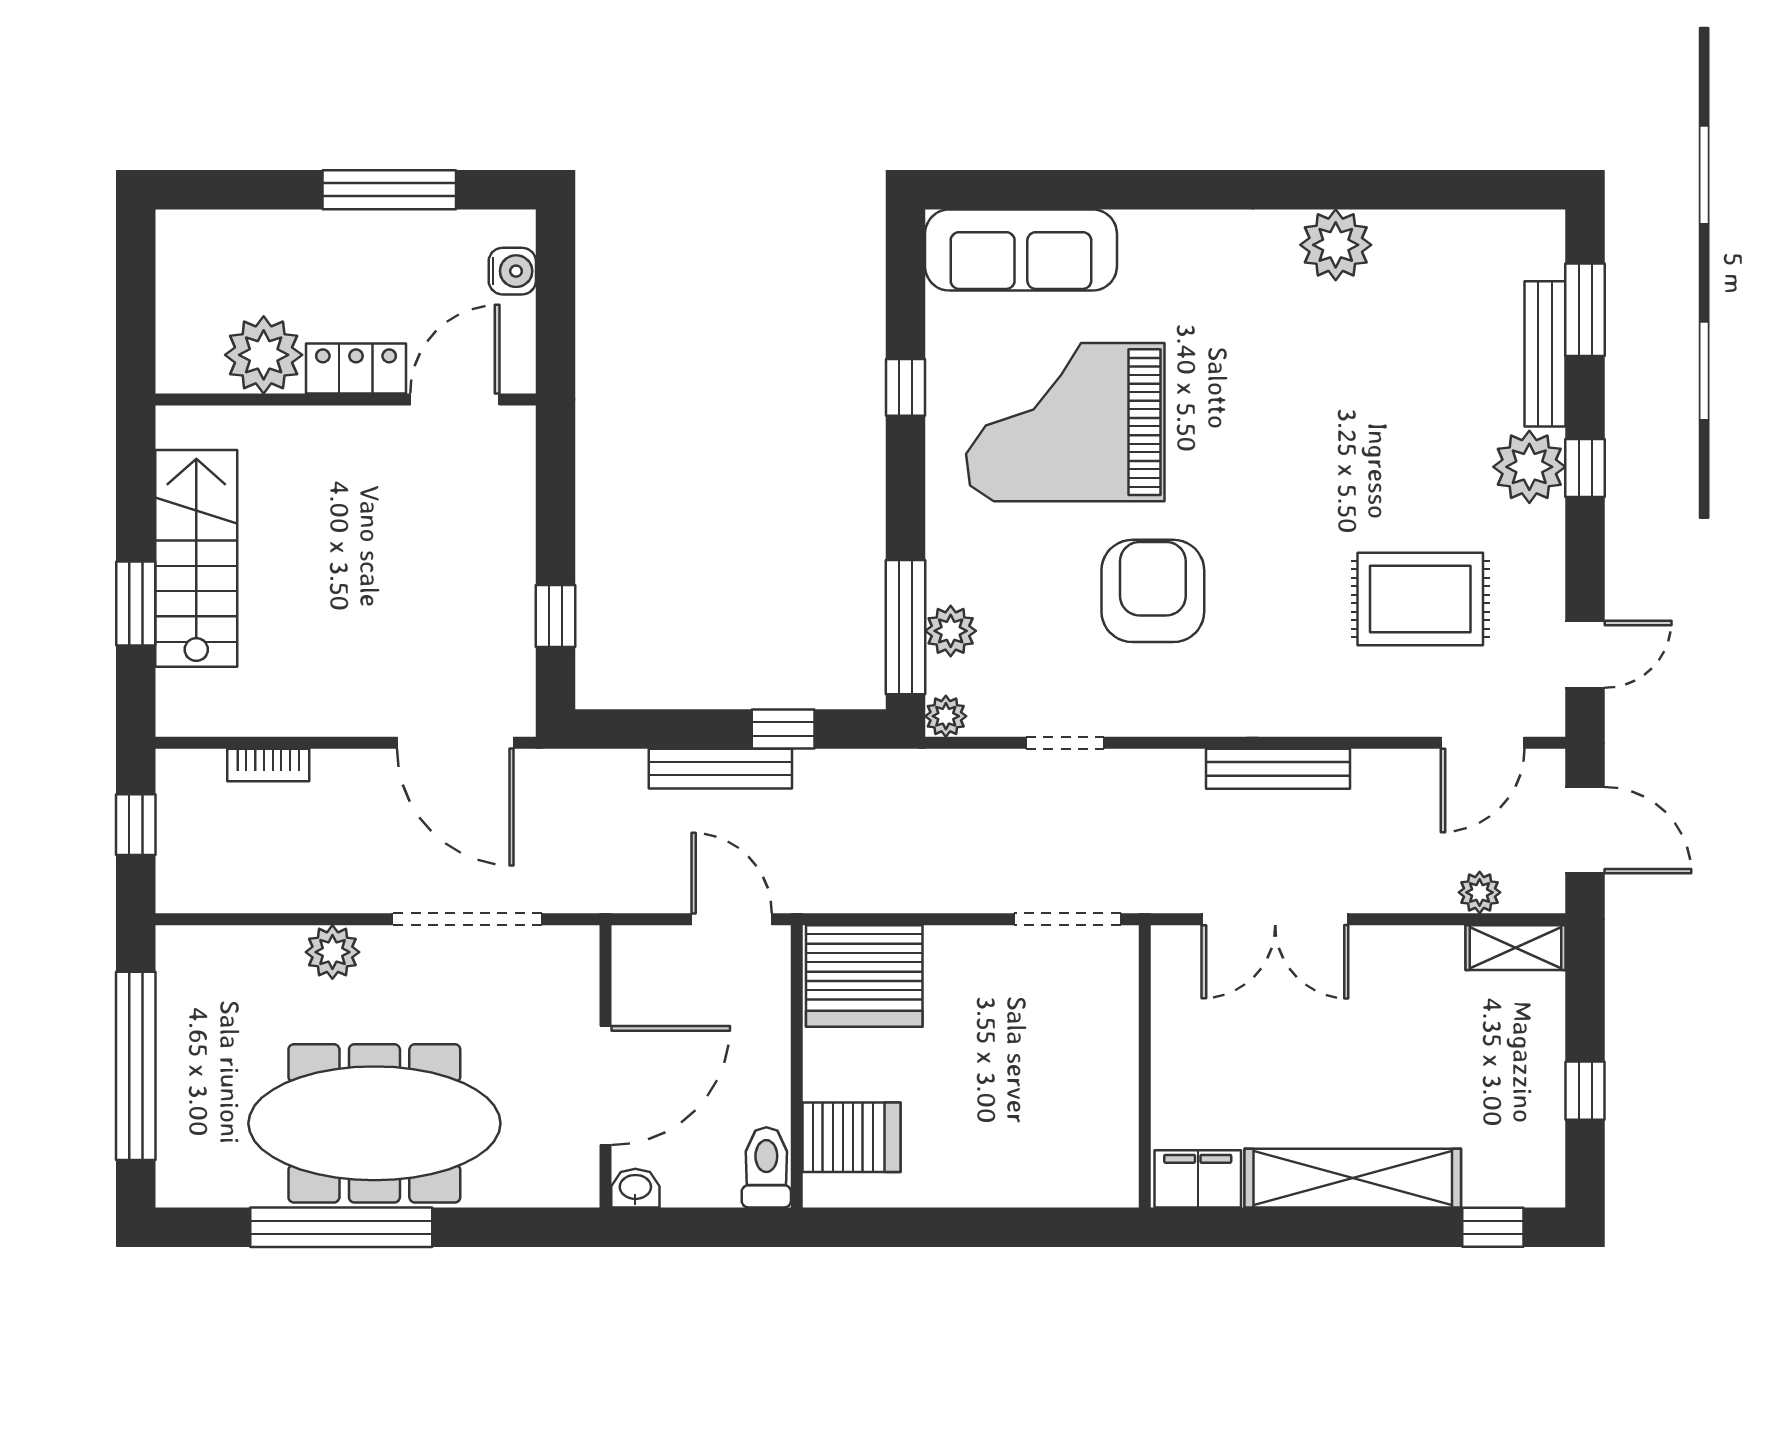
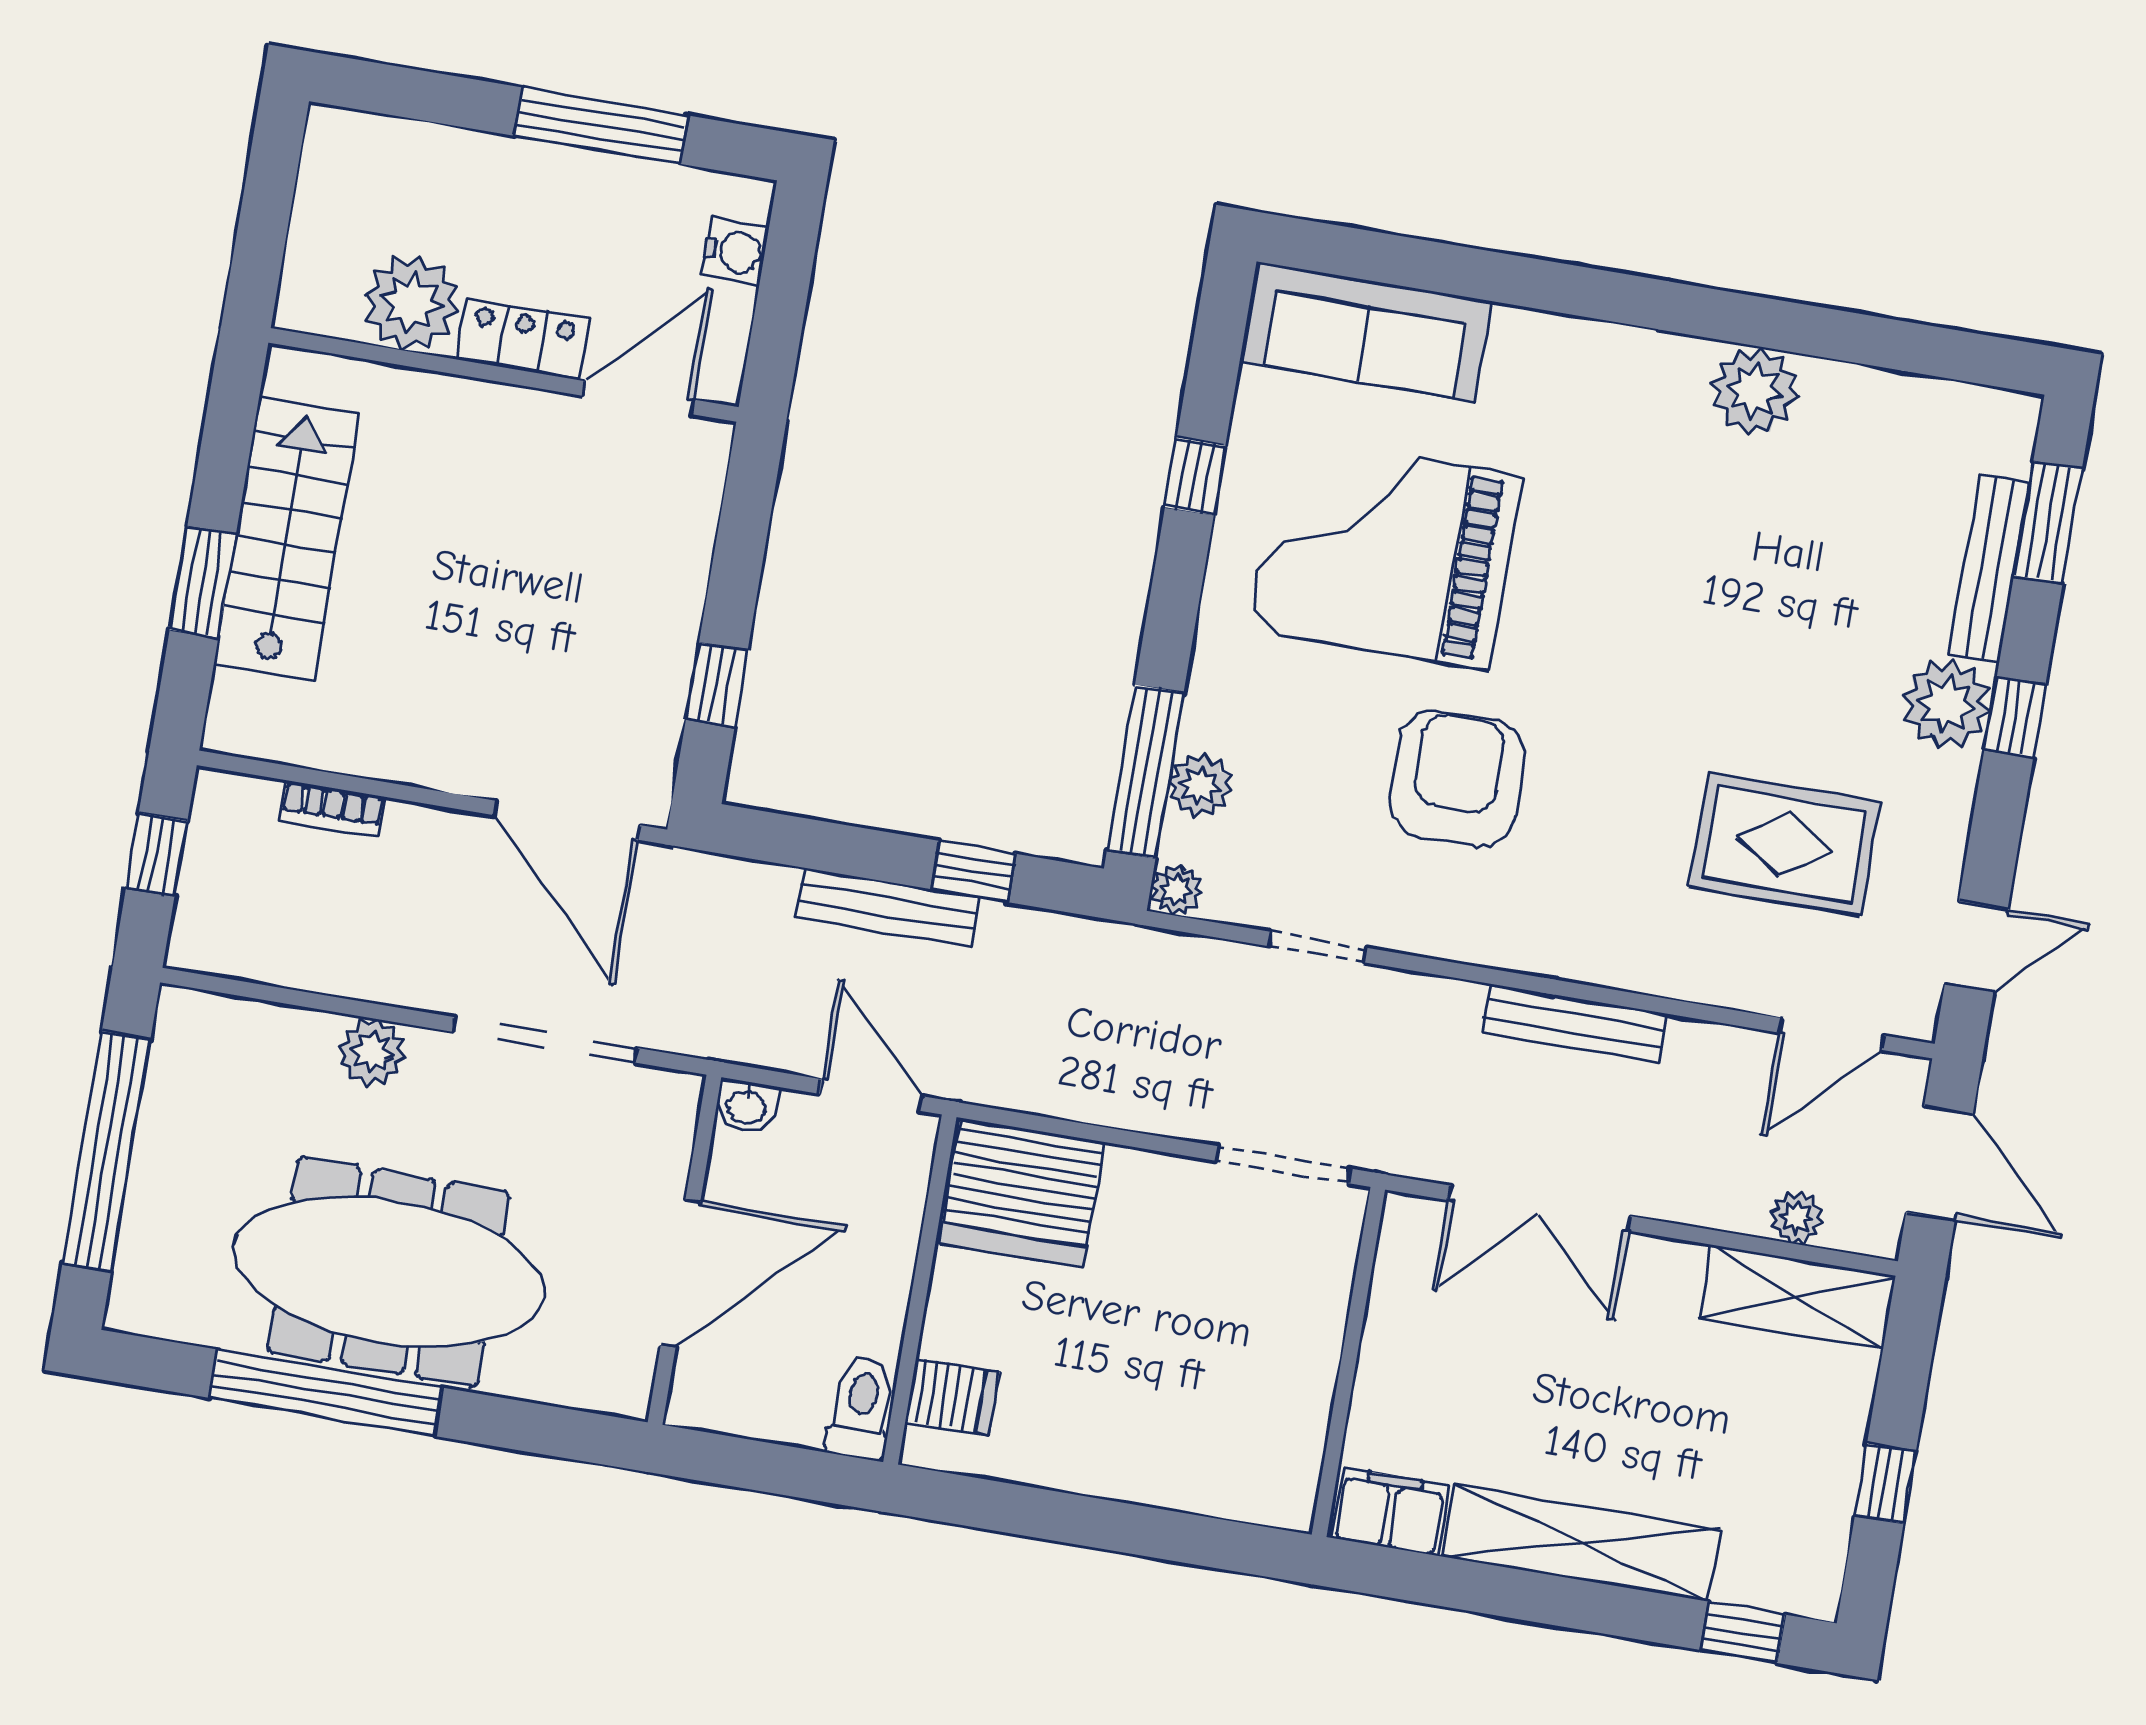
shelving: (1516, 948) -> (1797, 1297), width x1.50, depth x1.33
server rack: (851, 1137) -> (952, 1397), width x0.73, depth x0.70
washbasin: (635, 1188) -> (747, 1106), moved, turned 180

